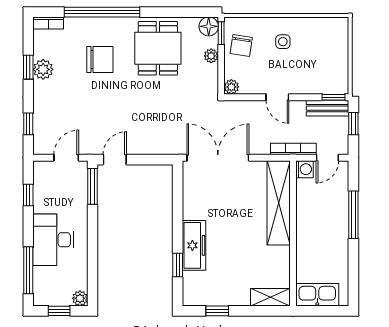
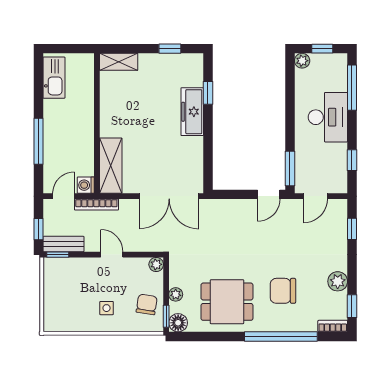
dining table: (158, 48) -> (227, 302), turned 90
window: (28, 67) -> (352, 306), moved
shelving: (279, 203) -> (111, 166), width x0.68
kitchen sink: (317, 295) -> (54, 78), moved, turned -90

